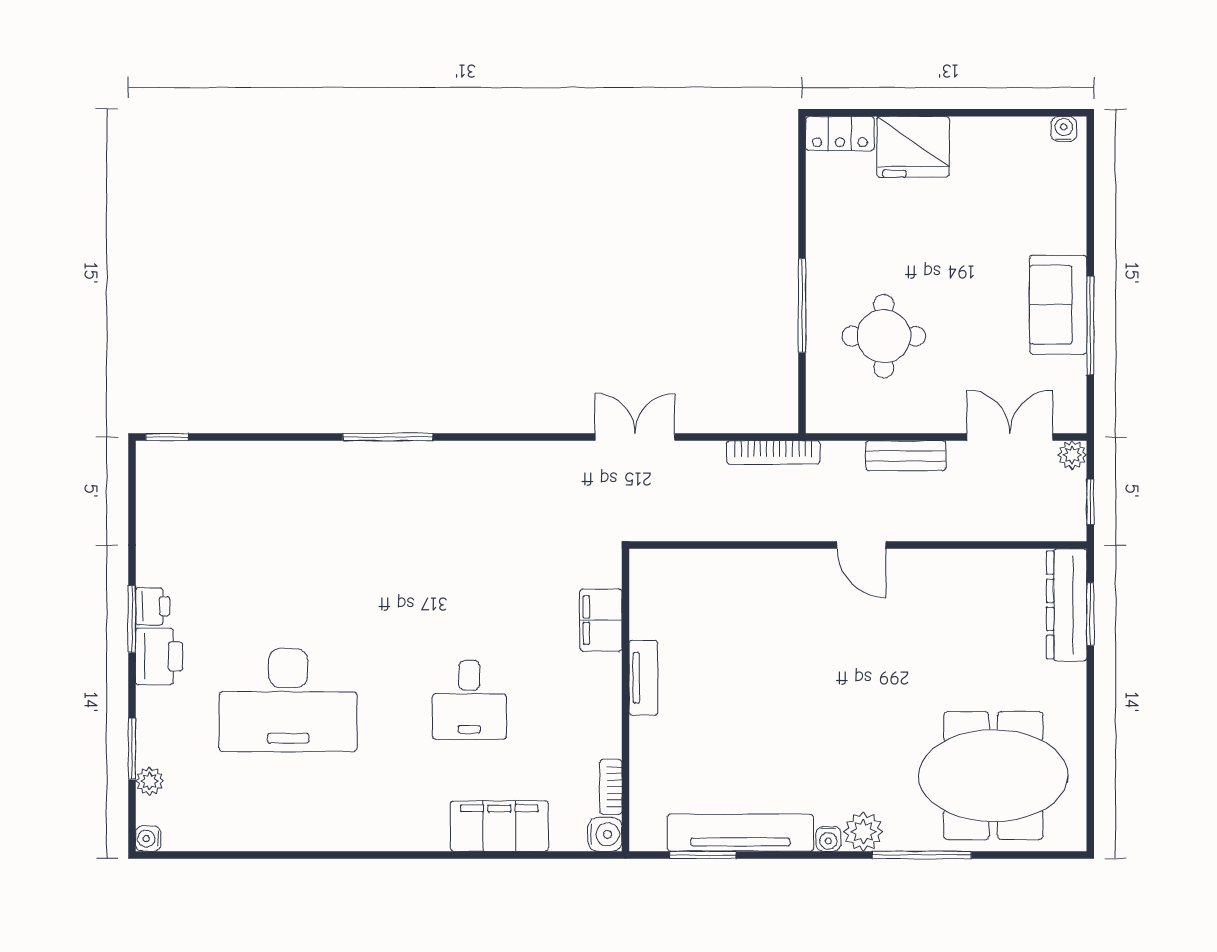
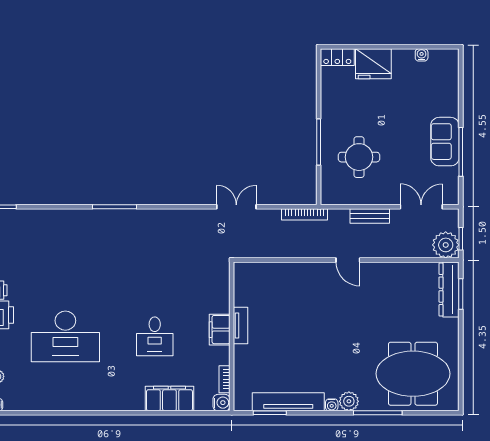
water cooler: (1064, 129) -> (422, 55), moved
plant: (1072, 455) -> (446, 245), moved, width x1.88, depth x1.88
filing cabinet: (601, 620) -> (220, 330), moved

